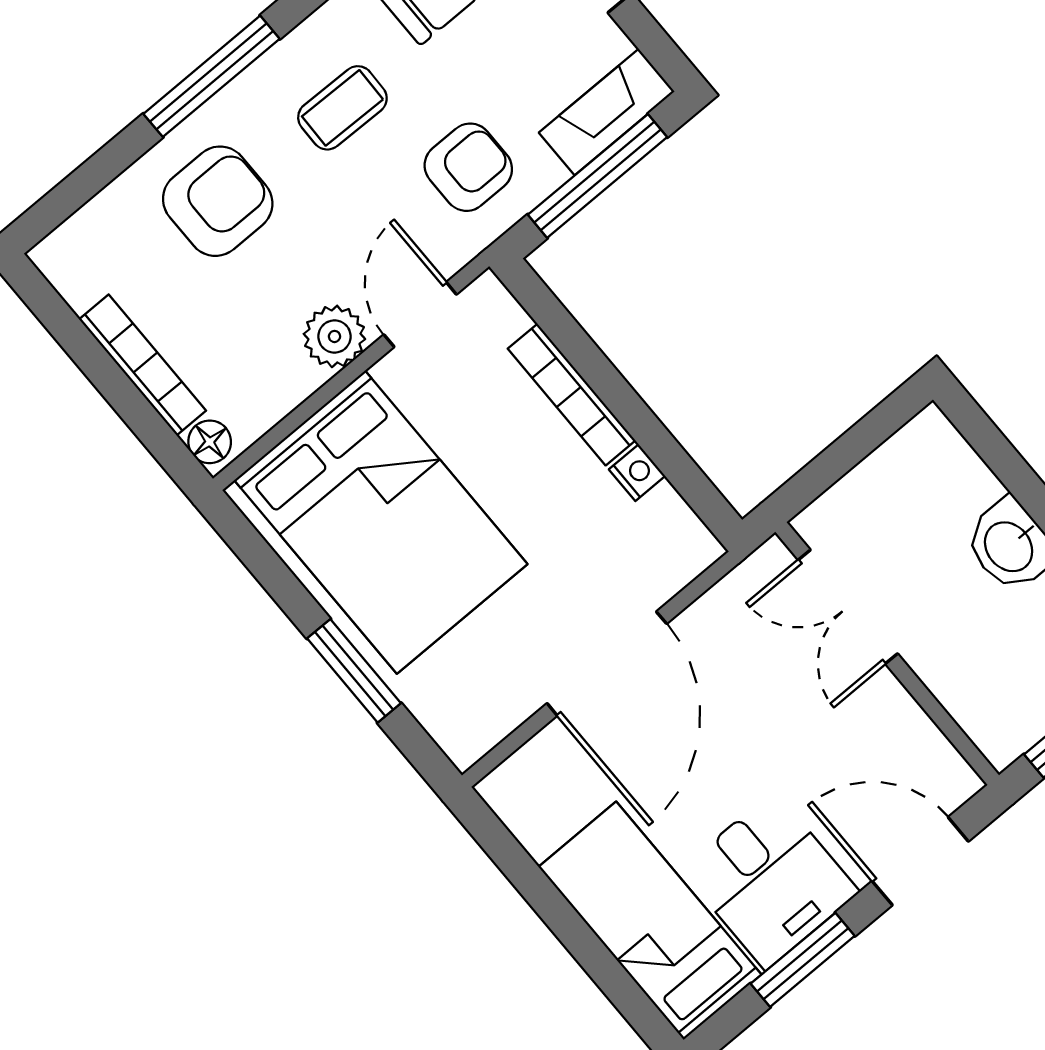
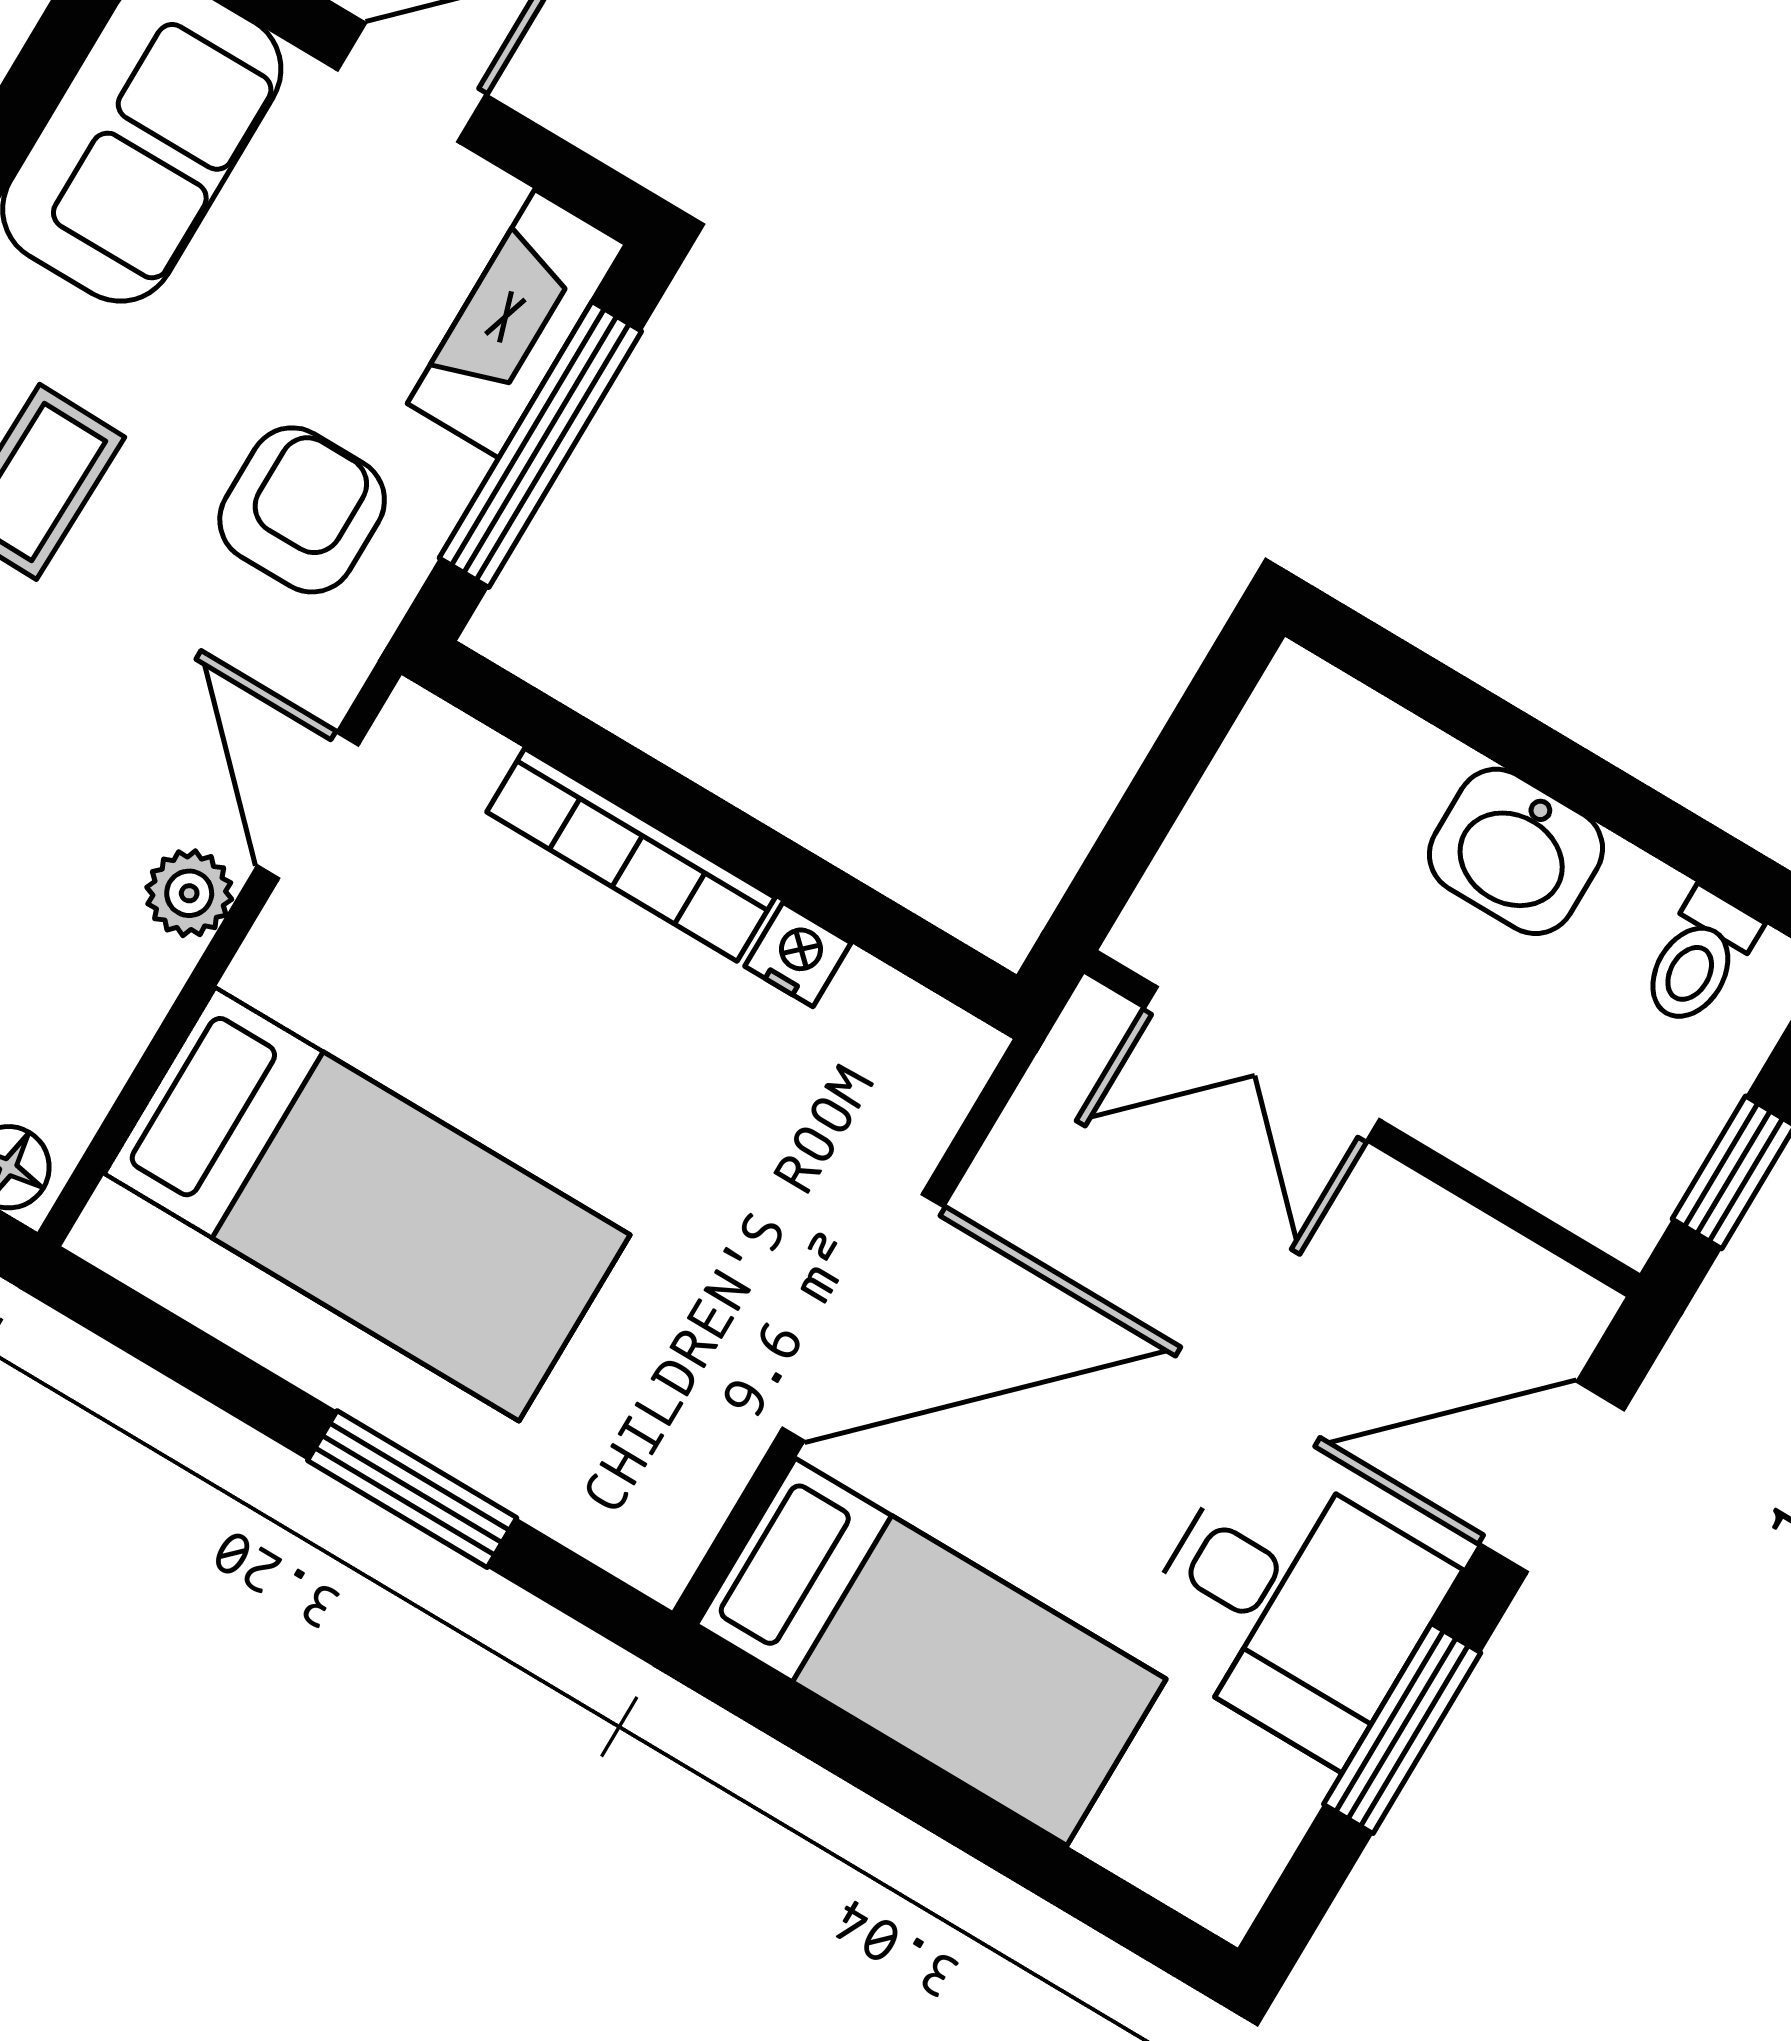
plant: (334, 336) -> (189, 893), width x0.73, depth x0.73
bed: (381, 522) -> (367, 1204), width x0.67
door: (607, 664) -> (863, 1317), hinge flipped
bed: (650, 921) -> (931, 1652), moved, turned 180

